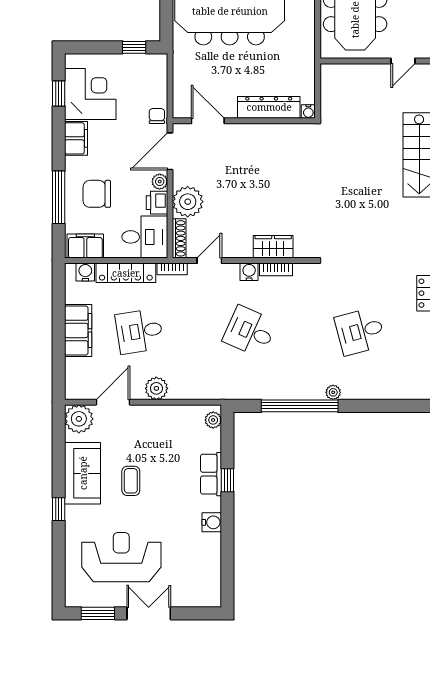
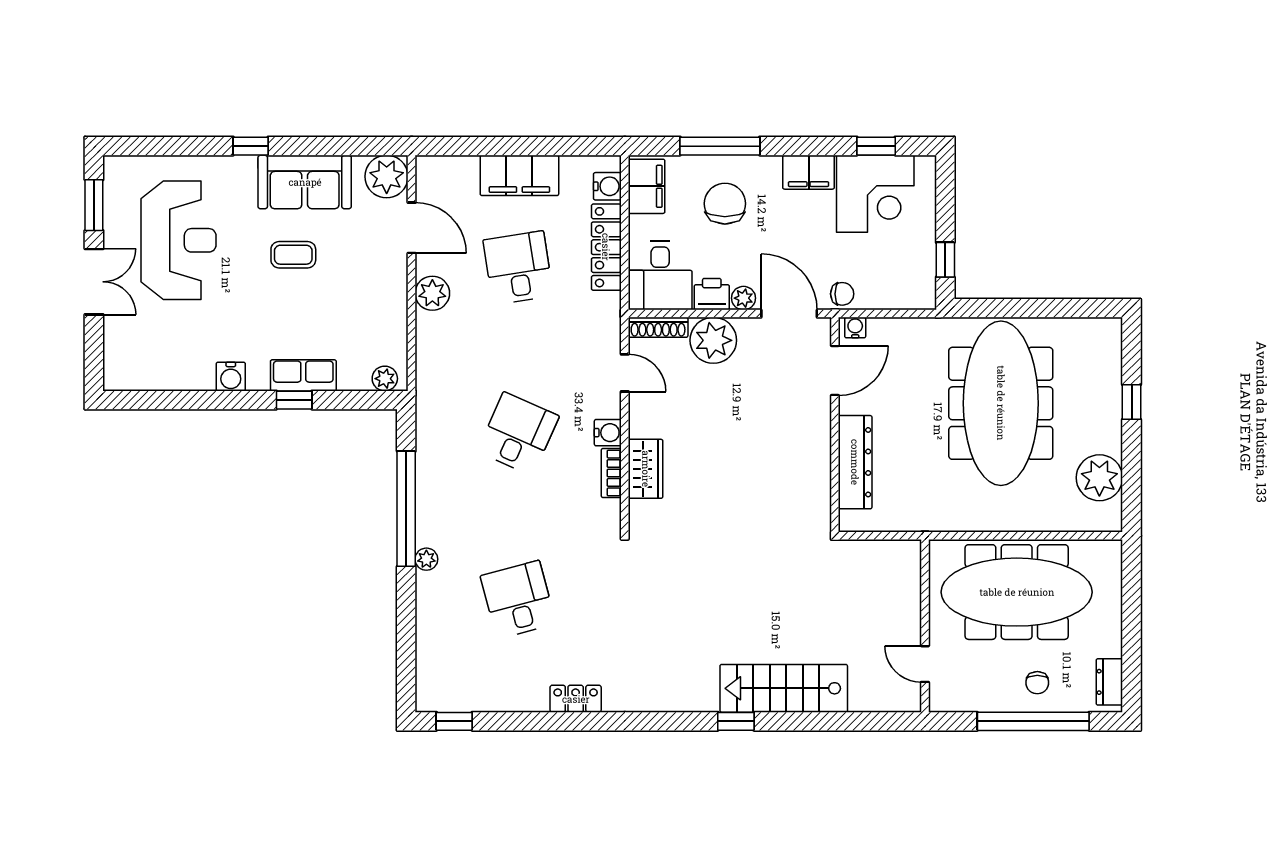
water cooler: (308, 112) -> (855, 328), moved, turned 90
bookcase: (172, 269) -> (612, 317), removed

